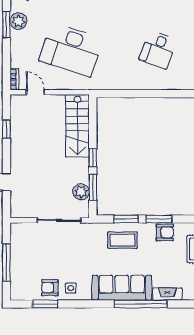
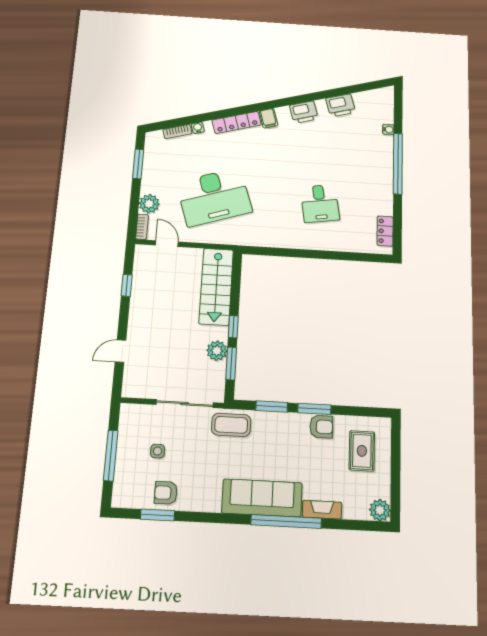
plant: (18, 21) -> (149, 204), moved
desk: (71, 50) -> (214, 197), turned -36
desk: (158, 50) -> (320, 203), turned -30
plant: (81, 192) -> (217, 351), moved
coffee table: (122, 240) -> (231, 425), moved
side table: (71, 288) -> (158, 451), moved

